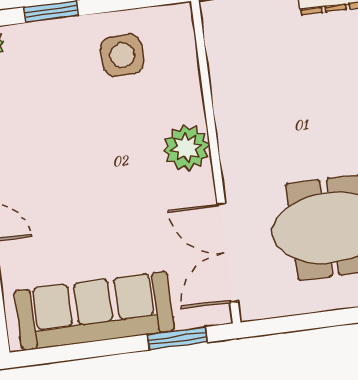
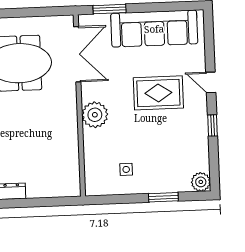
side table: (122, 55) -> (126, 169), width x0.54, depth x0.54
rug: (77, 197) -> (158, 93), added

